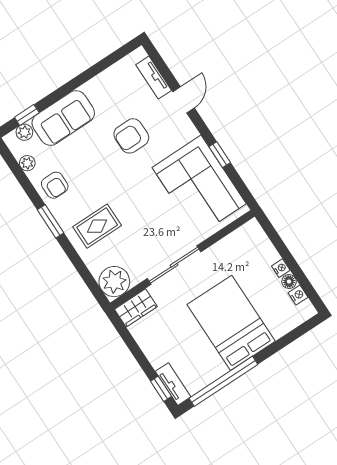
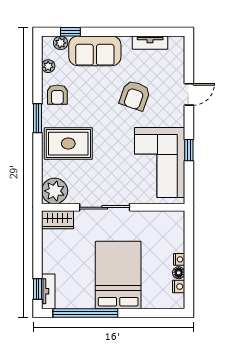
tv unit: (154, 78) -> (150, 43), moved, turned -90
armchair: (131, 136) -> (135, 95), turned -71
rug: (97, 226) -> (68, 144), width x1.36, depth x1.43

